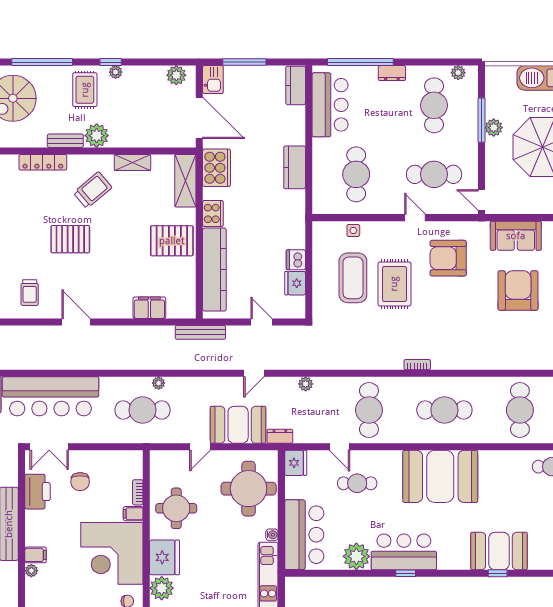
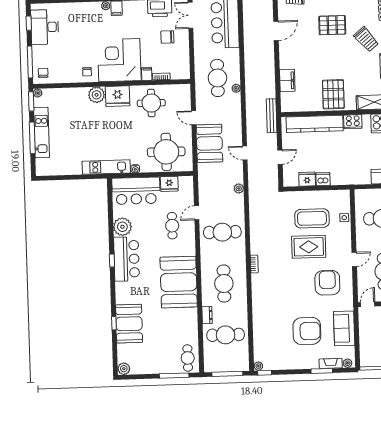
pallet: (70, 239) -> (332, 25), turned 90
dresser: (280, 436) -> (207, 315), moved
fridge: (296, 463) -> (169, 184), moved

